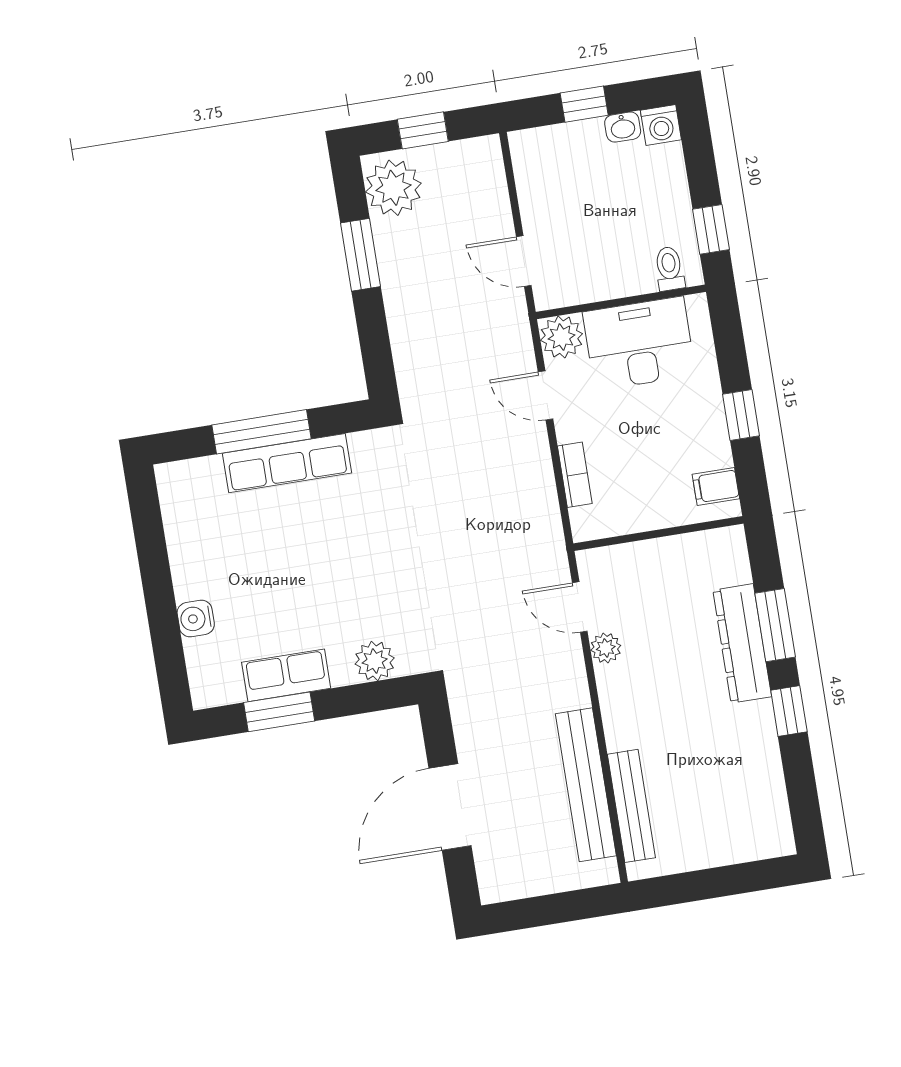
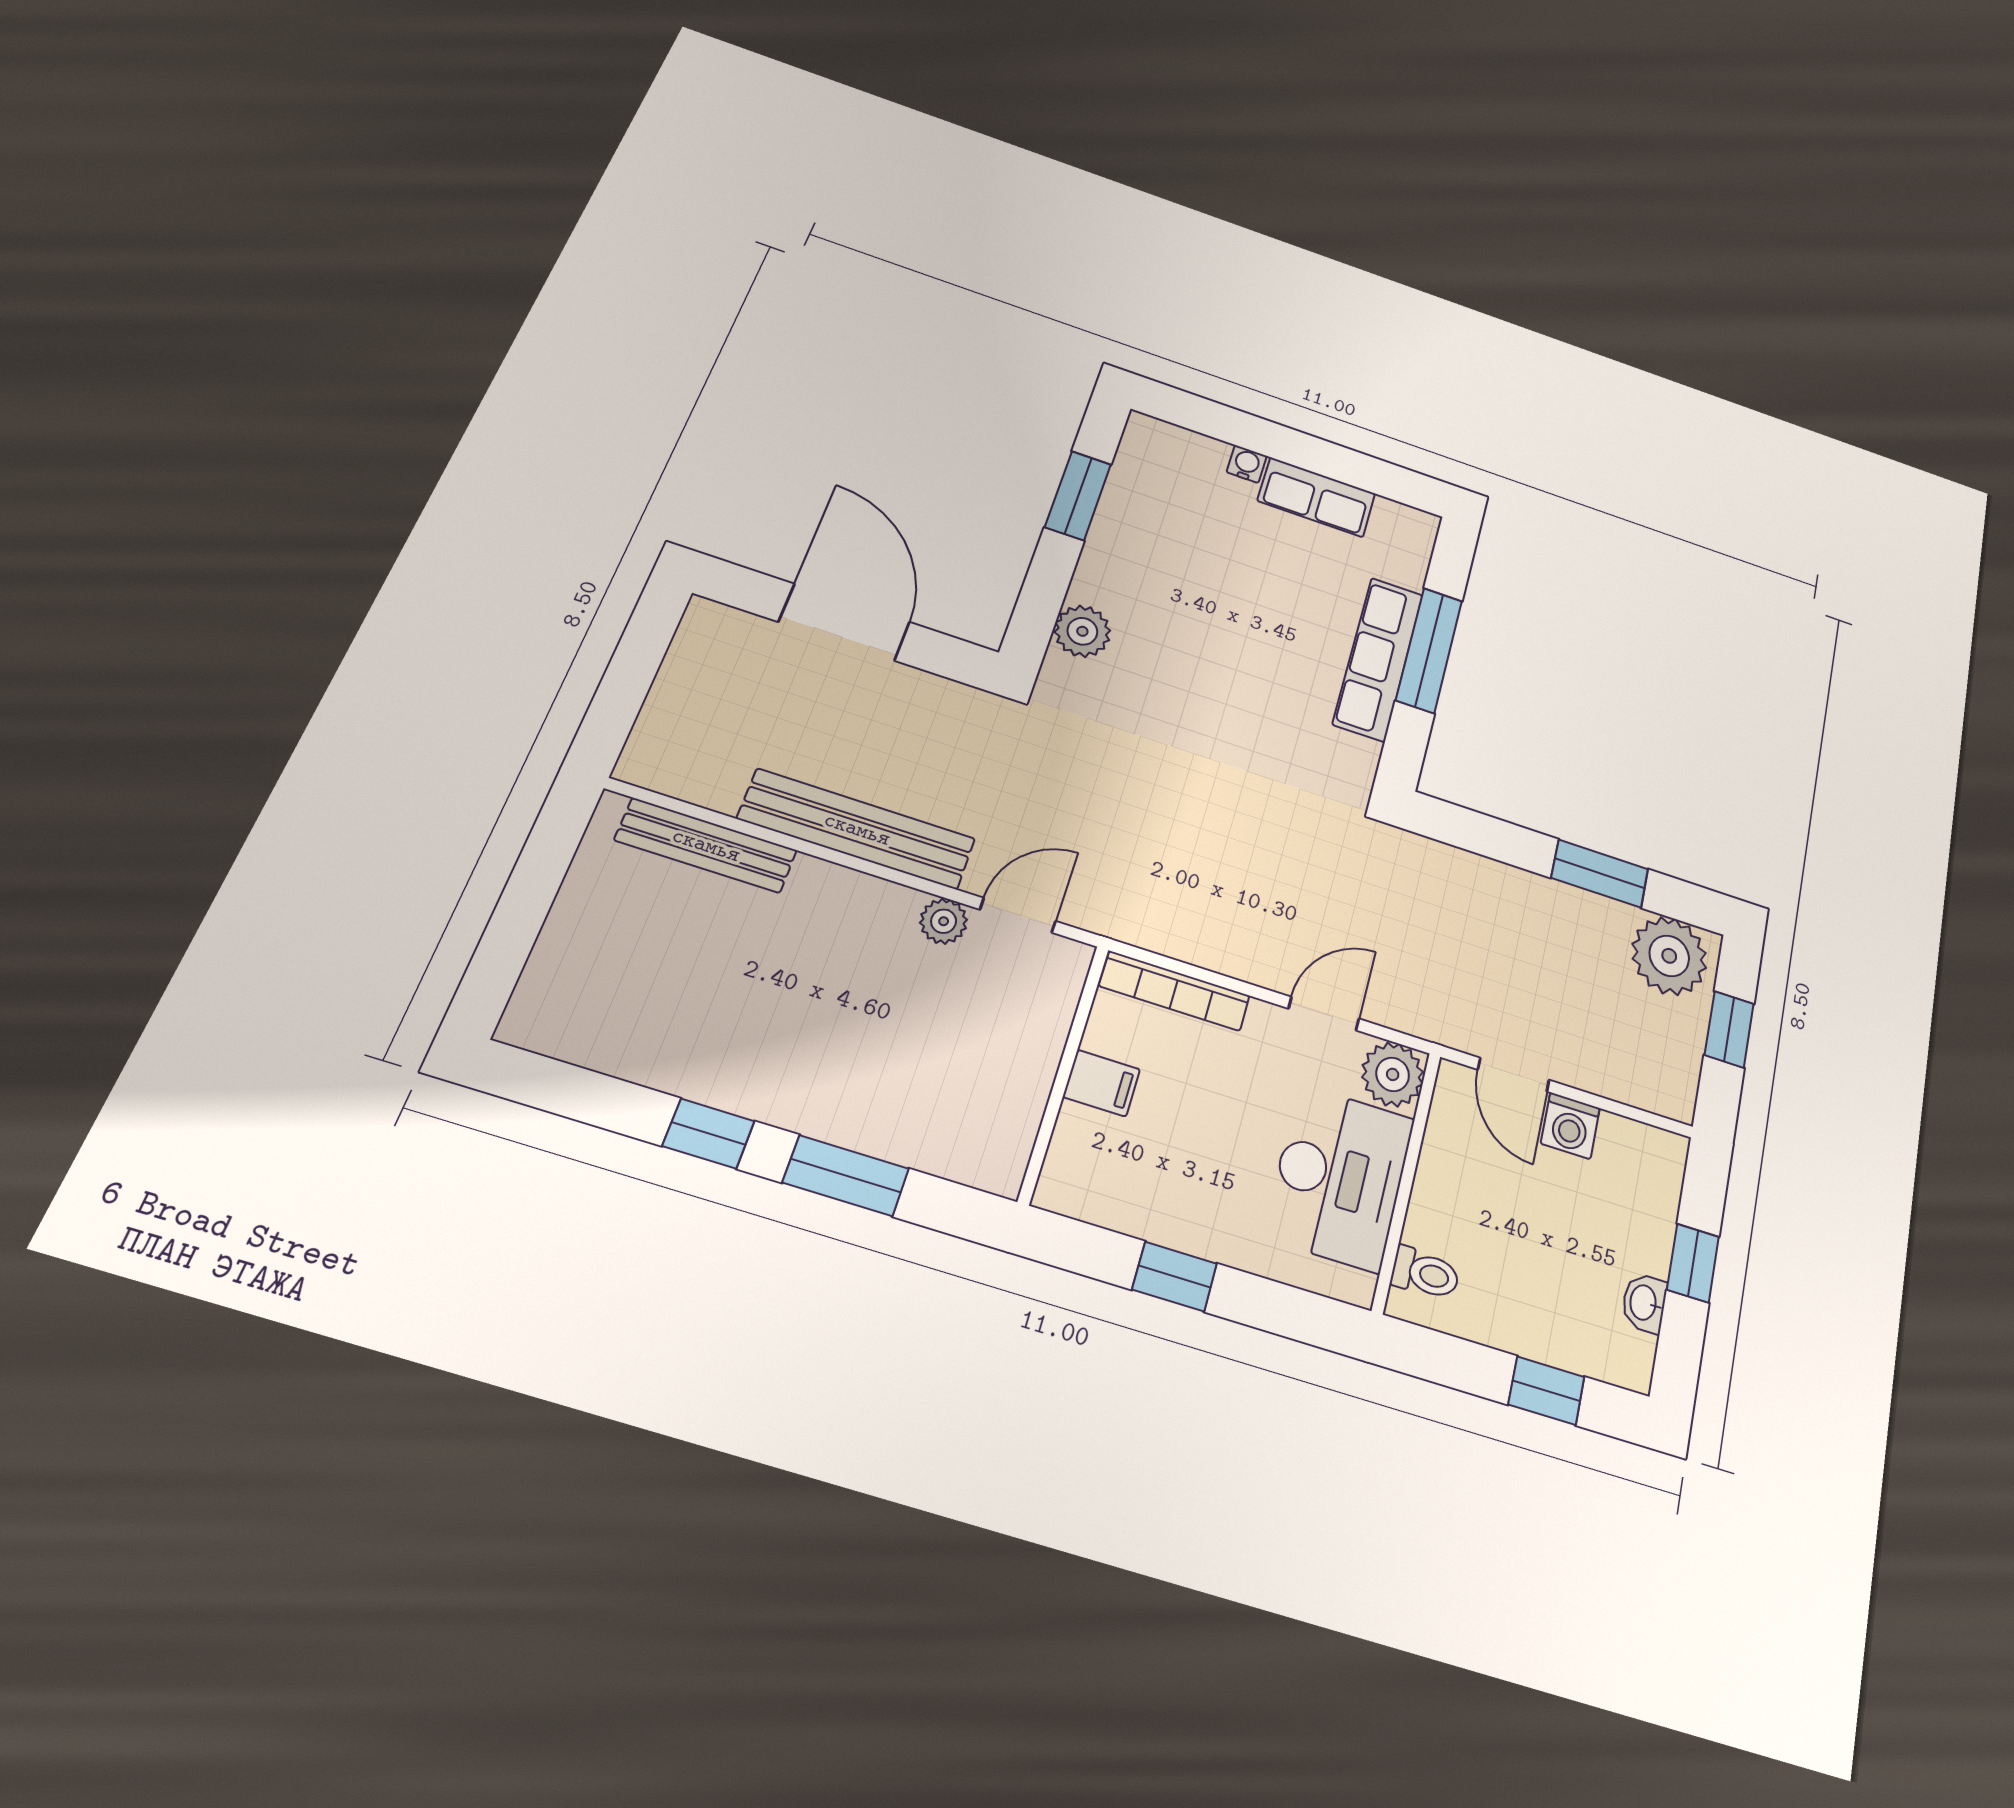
washing machine: (661, 125) -> (1570, 1126), moved, turned -90
window: (711, 229) -> (1546, 1391), moved
door: (524, 261) -> (1513, 1075), swing flipped
bookcase: (575, 475) -> (1175, 991), width x1.56
filing cabinet: (716, 487) -> (1102, 1083), moved, turned 90
water cooler: (196, 618) -> (1247, 464), width x0.72, depth x0.72
dresser: (742, 643) -> (846, 1114), removed
row of seats: (286, 675) -> (1316, 497), moved, turned 90
bench: (586, 785) -> (857, 829), moved

